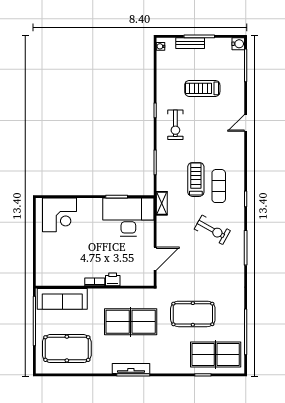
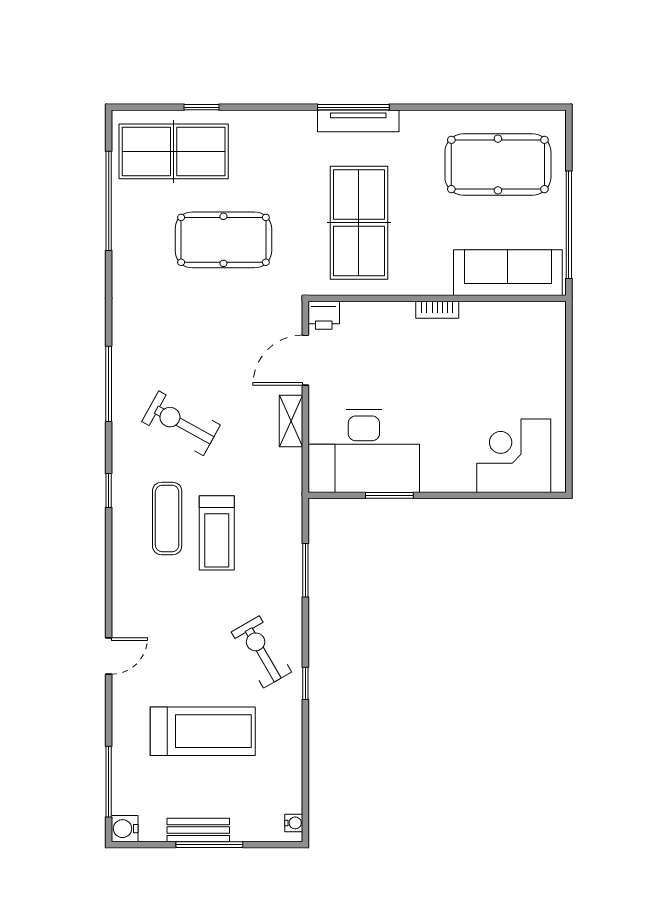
bench: (190, 43) -> (198, 830), moved
treadmill: (202, 88) -> (203, 731), width x1.37, depth x1.38
exercise bike: (175, 125) -> (261, 652), turned -30
shelving: (162, 203) -> (291, 421), moved
printer: (113, 279) -> (324, 315), moved
table tennis table: (131, 322) -> (359, 223), turned 90

